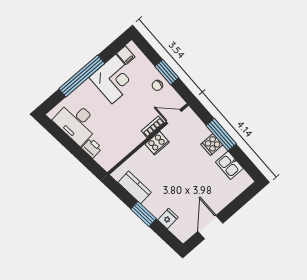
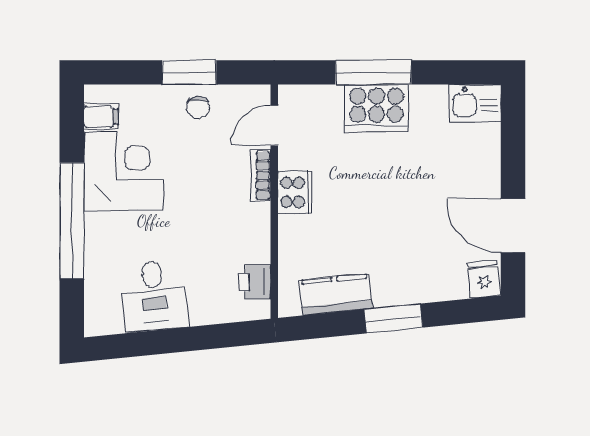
desk: (77, 122) -> (154, 296), width x0.73
cooker: (212, 145) -> (377, 108), width x1.87, depth x1.31
printer: (92, 148) -> (255, 282), moved, turned -84
kitchen sink: (229, 165) -> (475, 103), moved
fridge: (168, 219) -> (484, 279), moved

